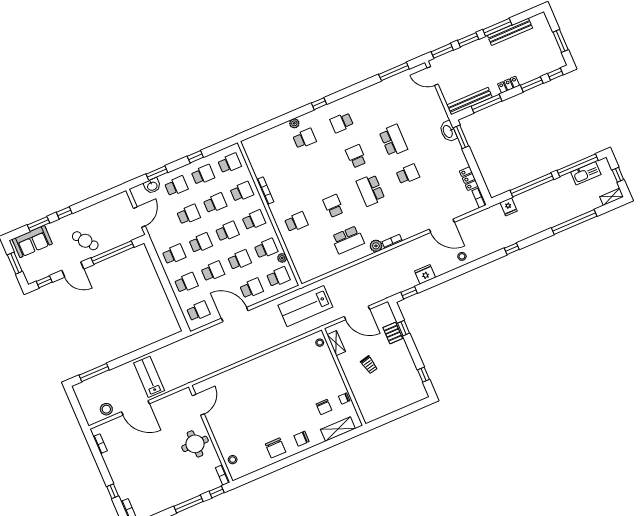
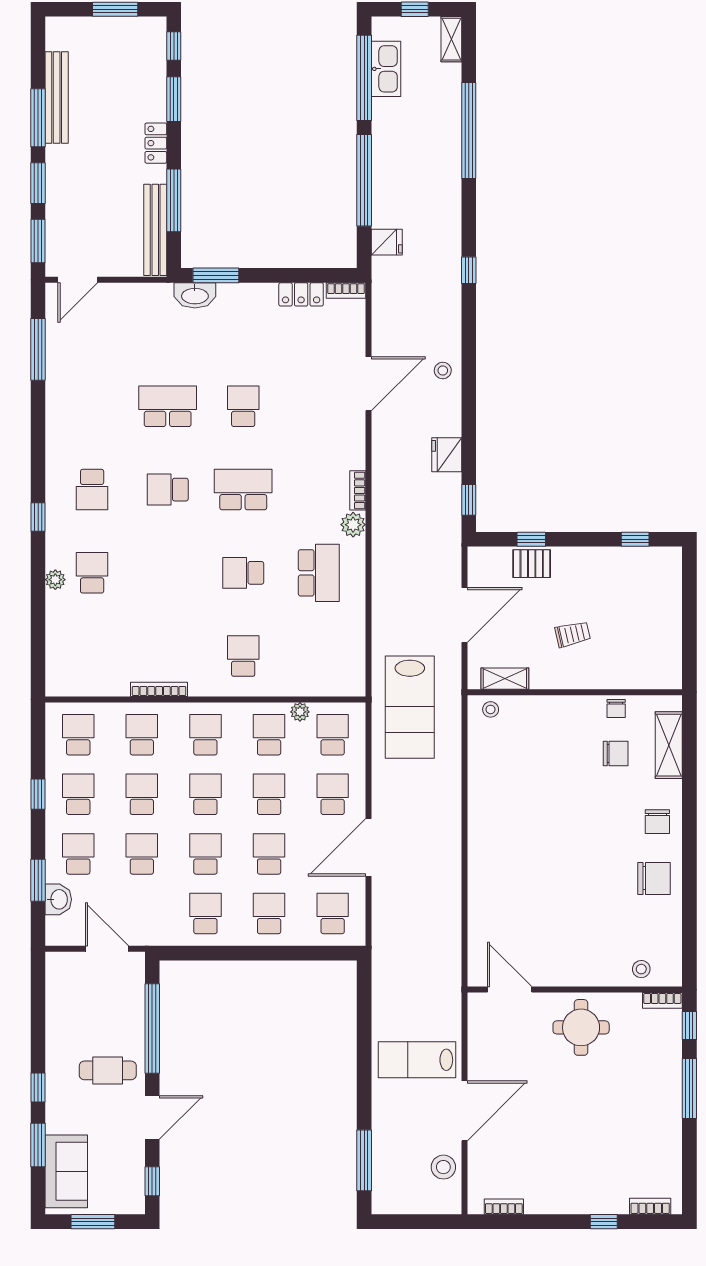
school desk: (371, 190) -> (243, 490), turned 180
cafe table: (85, 241) -> (108, 1070), turned 38

